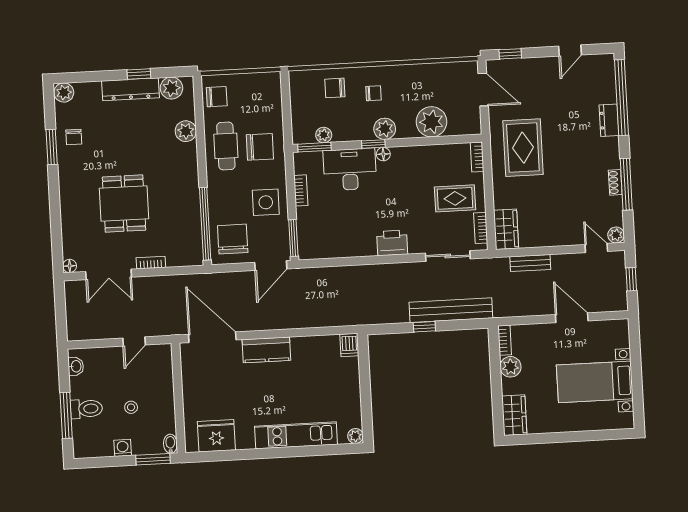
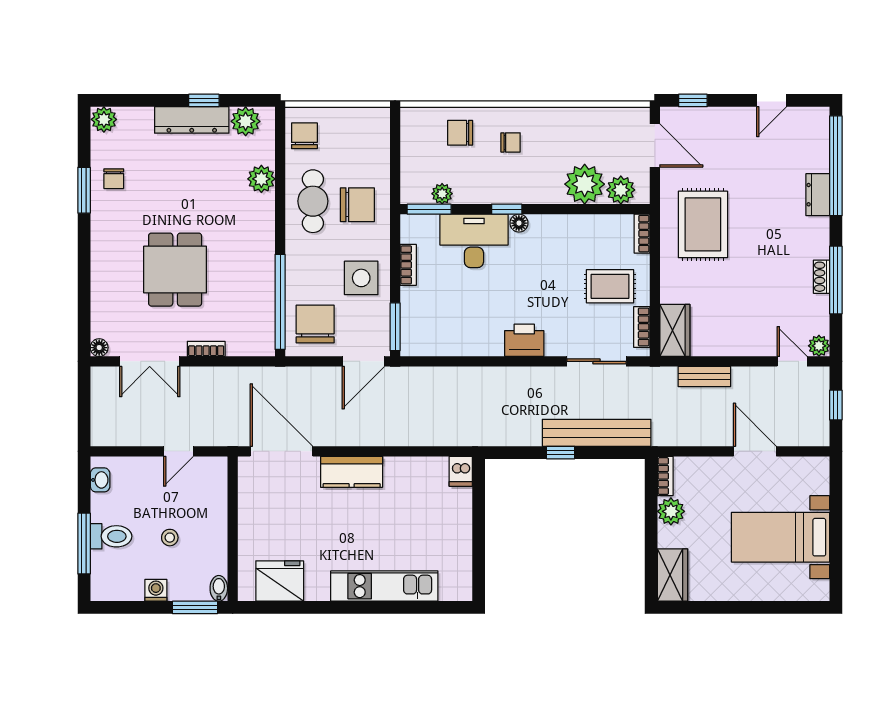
chair: (217, 97) -> (304, 136), turned -90
plant: (385, 129) -> (621, 190), moved
plant: (355, 436) -> (462, 591), removed

